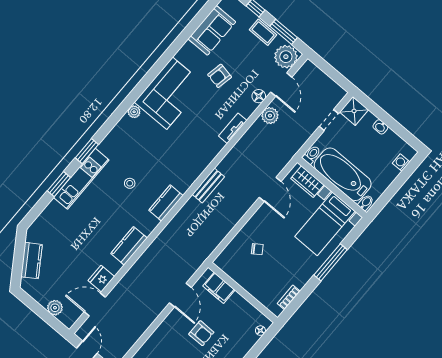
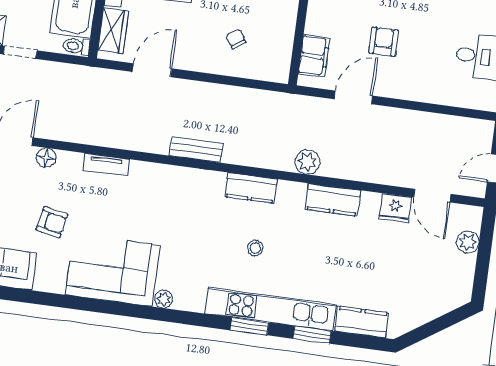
plant: (270, 116) -> (307, 162), moved
kitchen unit: (81, 179) -> (271, 309), width x1.36
kitchen counter: (32, 261) -> (362, 322), moved, turned 34

